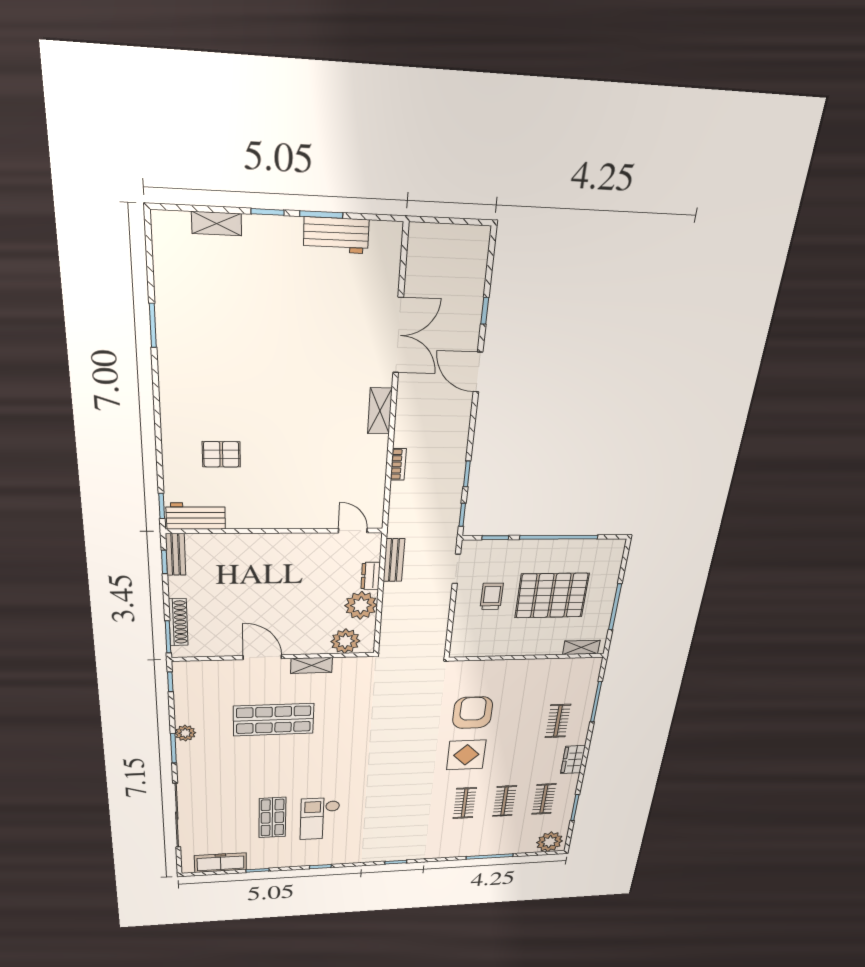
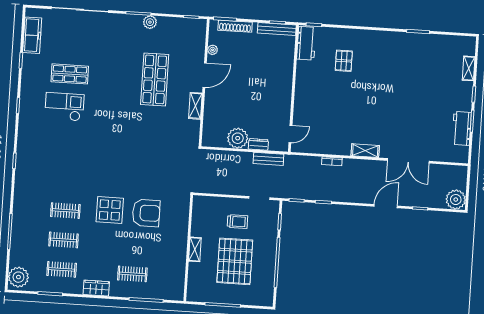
plant: (471, 244) -> (456, 200), added
bench: (176, 554) -> (277, 29), width x1.36
plant: (345, 641) -> (213, 50), moved, width x0.53, depth x0.53
shelving: (581, 647) -> (195, 249), moved

